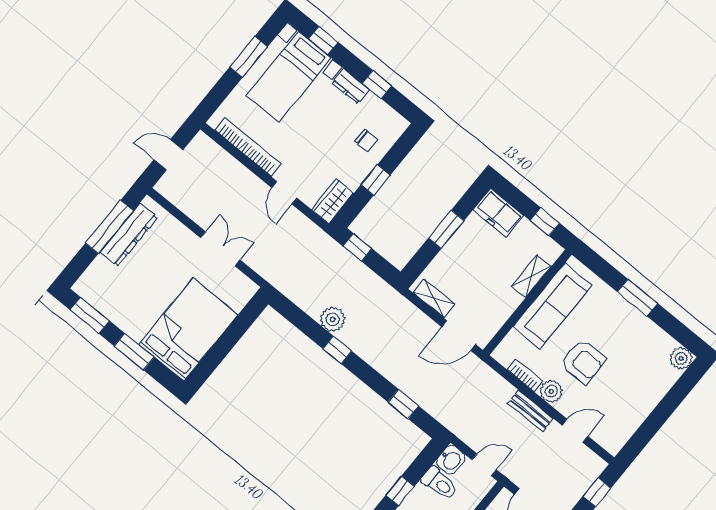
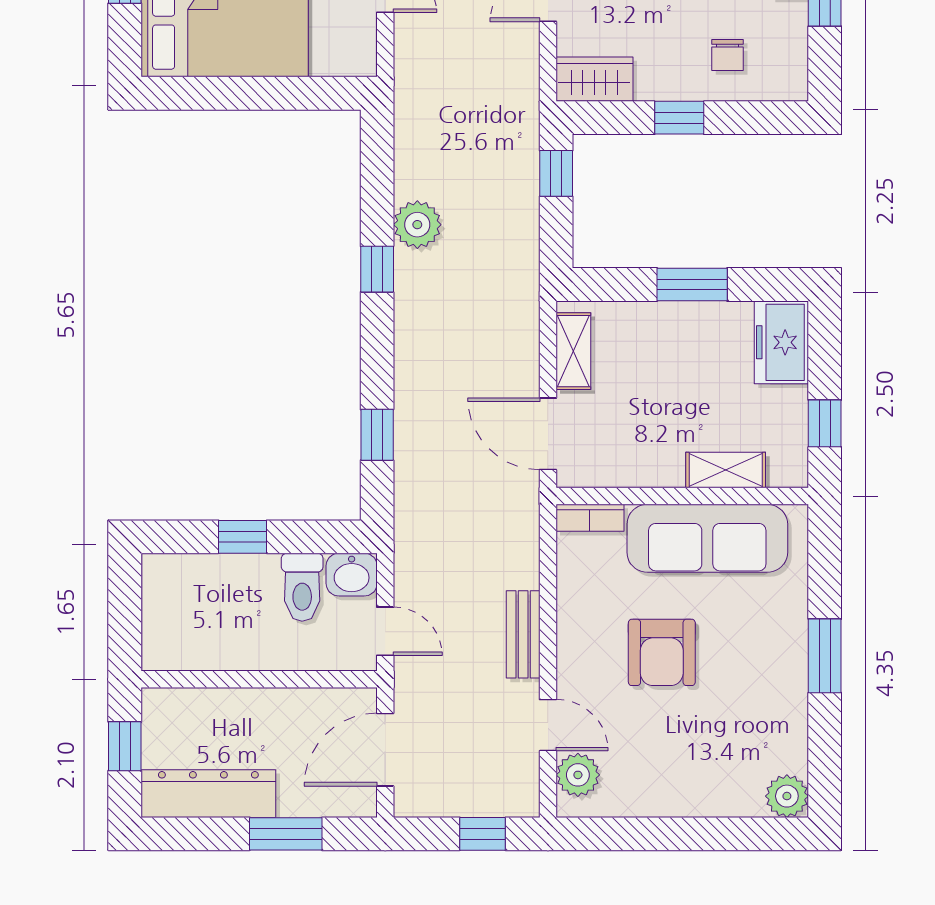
bookcase: (525, 375) -> (590, 518), moved, turned 90
plant: (551, 391) -> (578, 775), moved

